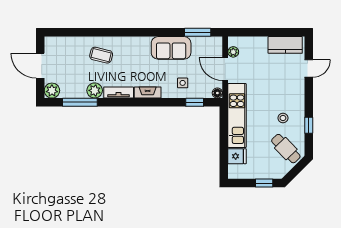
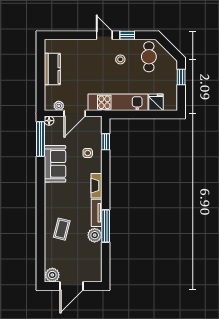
window: (198, 32) -> (40, 139), width x1.44
kitchen counter: (285, 45) -> (52, 69), moved
door: (309, 68) -> (104, 35), moved
plant: (52, 91) -> (52, 275), moved
floor lamp: (217, 93) -> (49, 121), moved
window: (80, 102) -> (106, 226), moved
cafe table: (286, 149) -> (149, 57), turned -46

